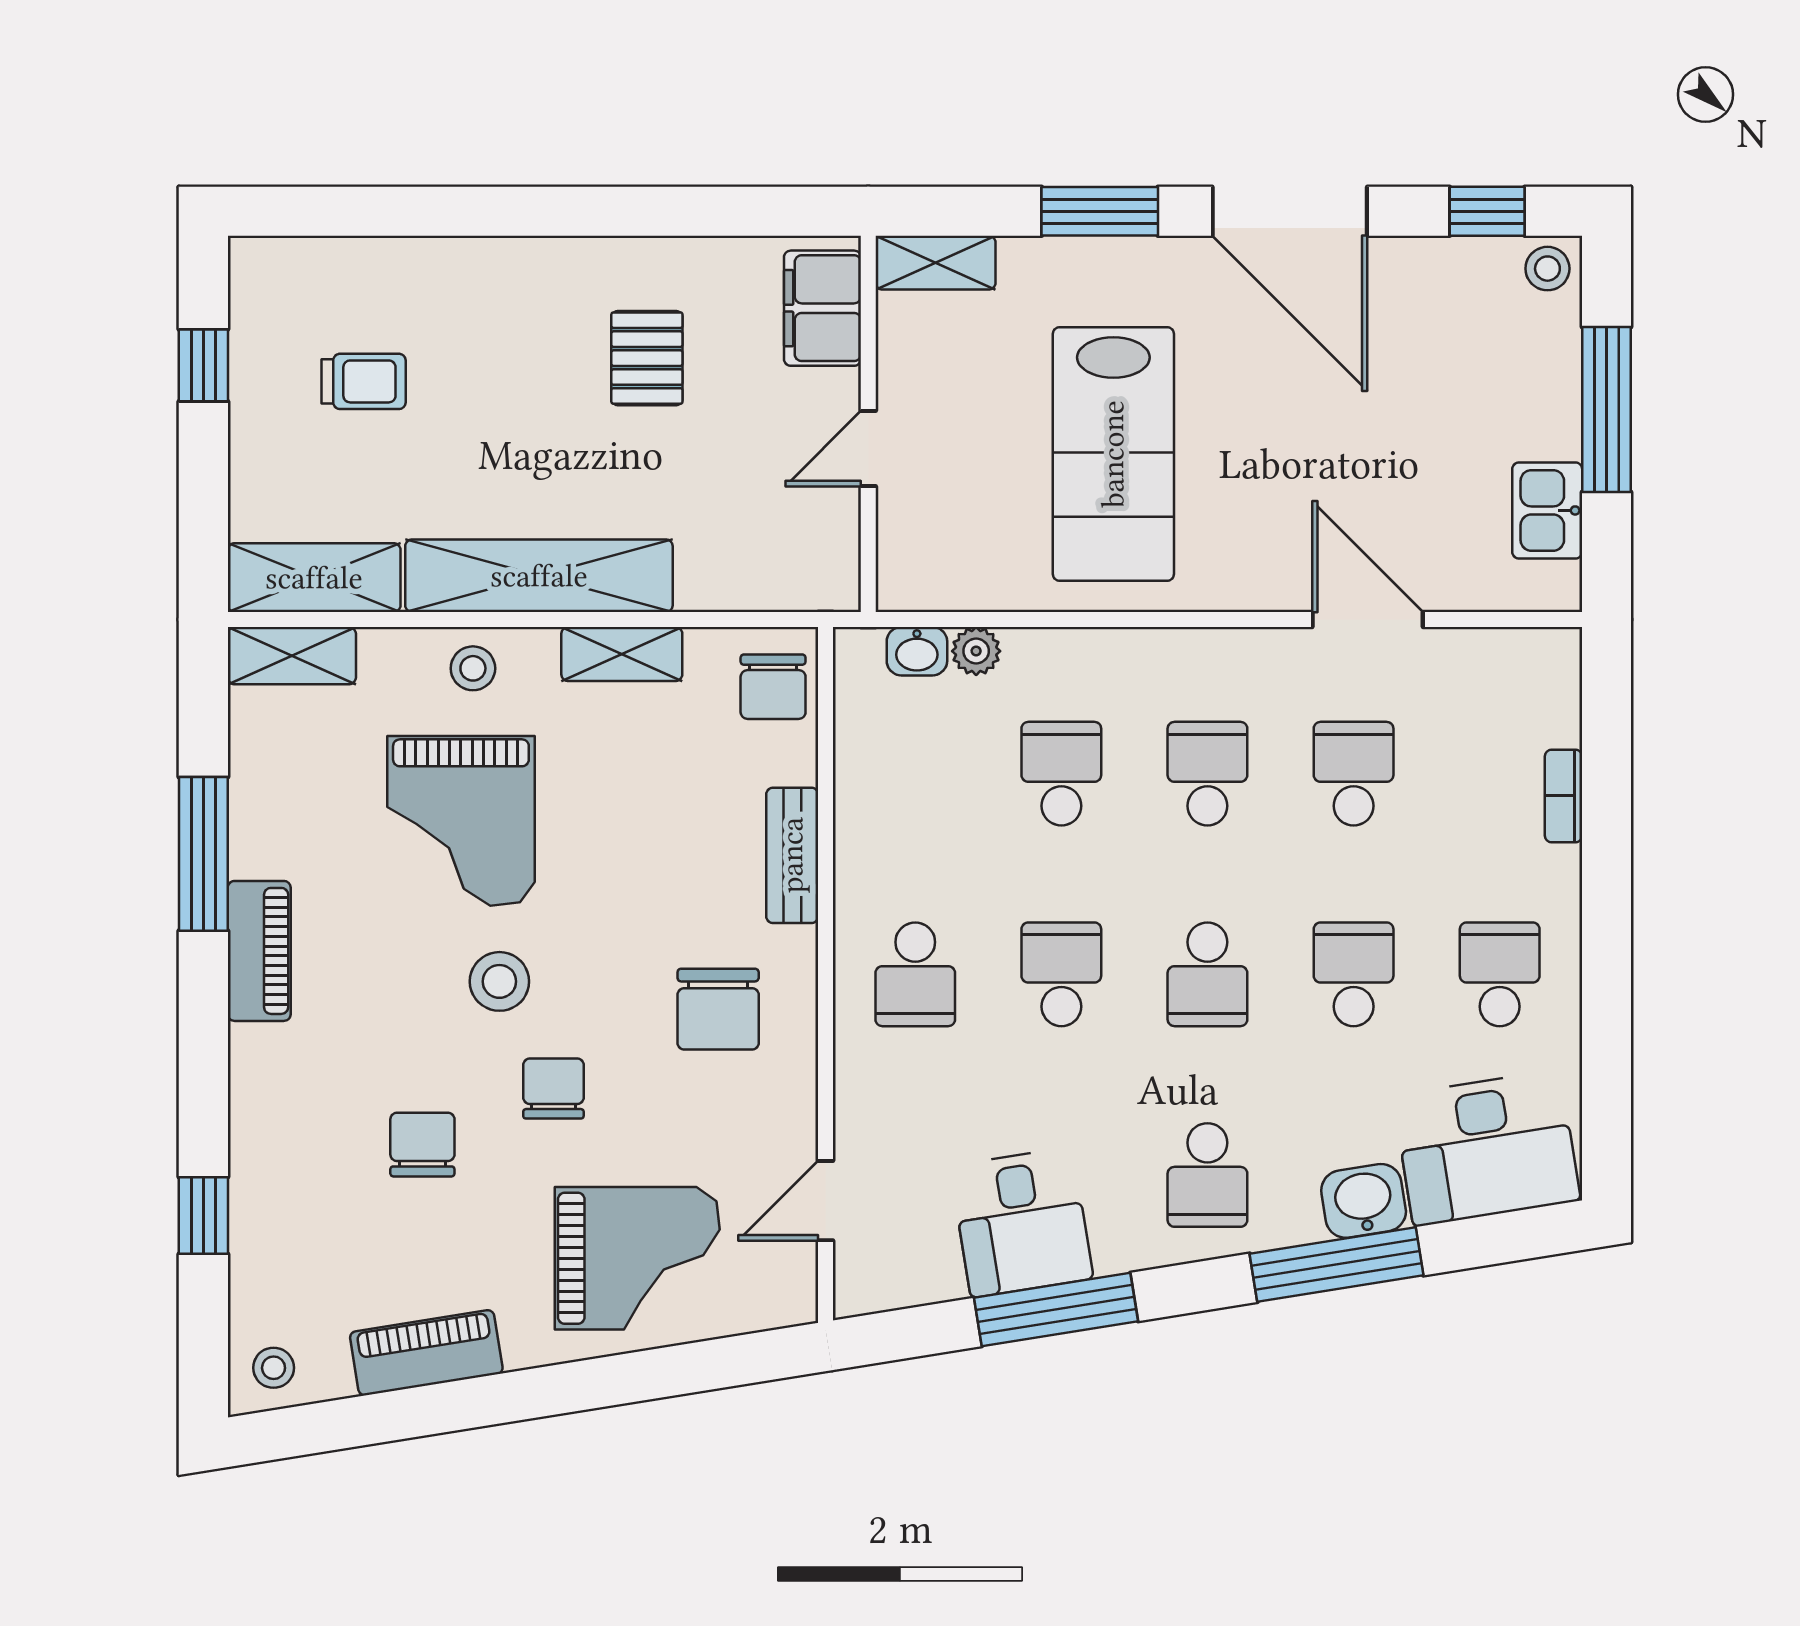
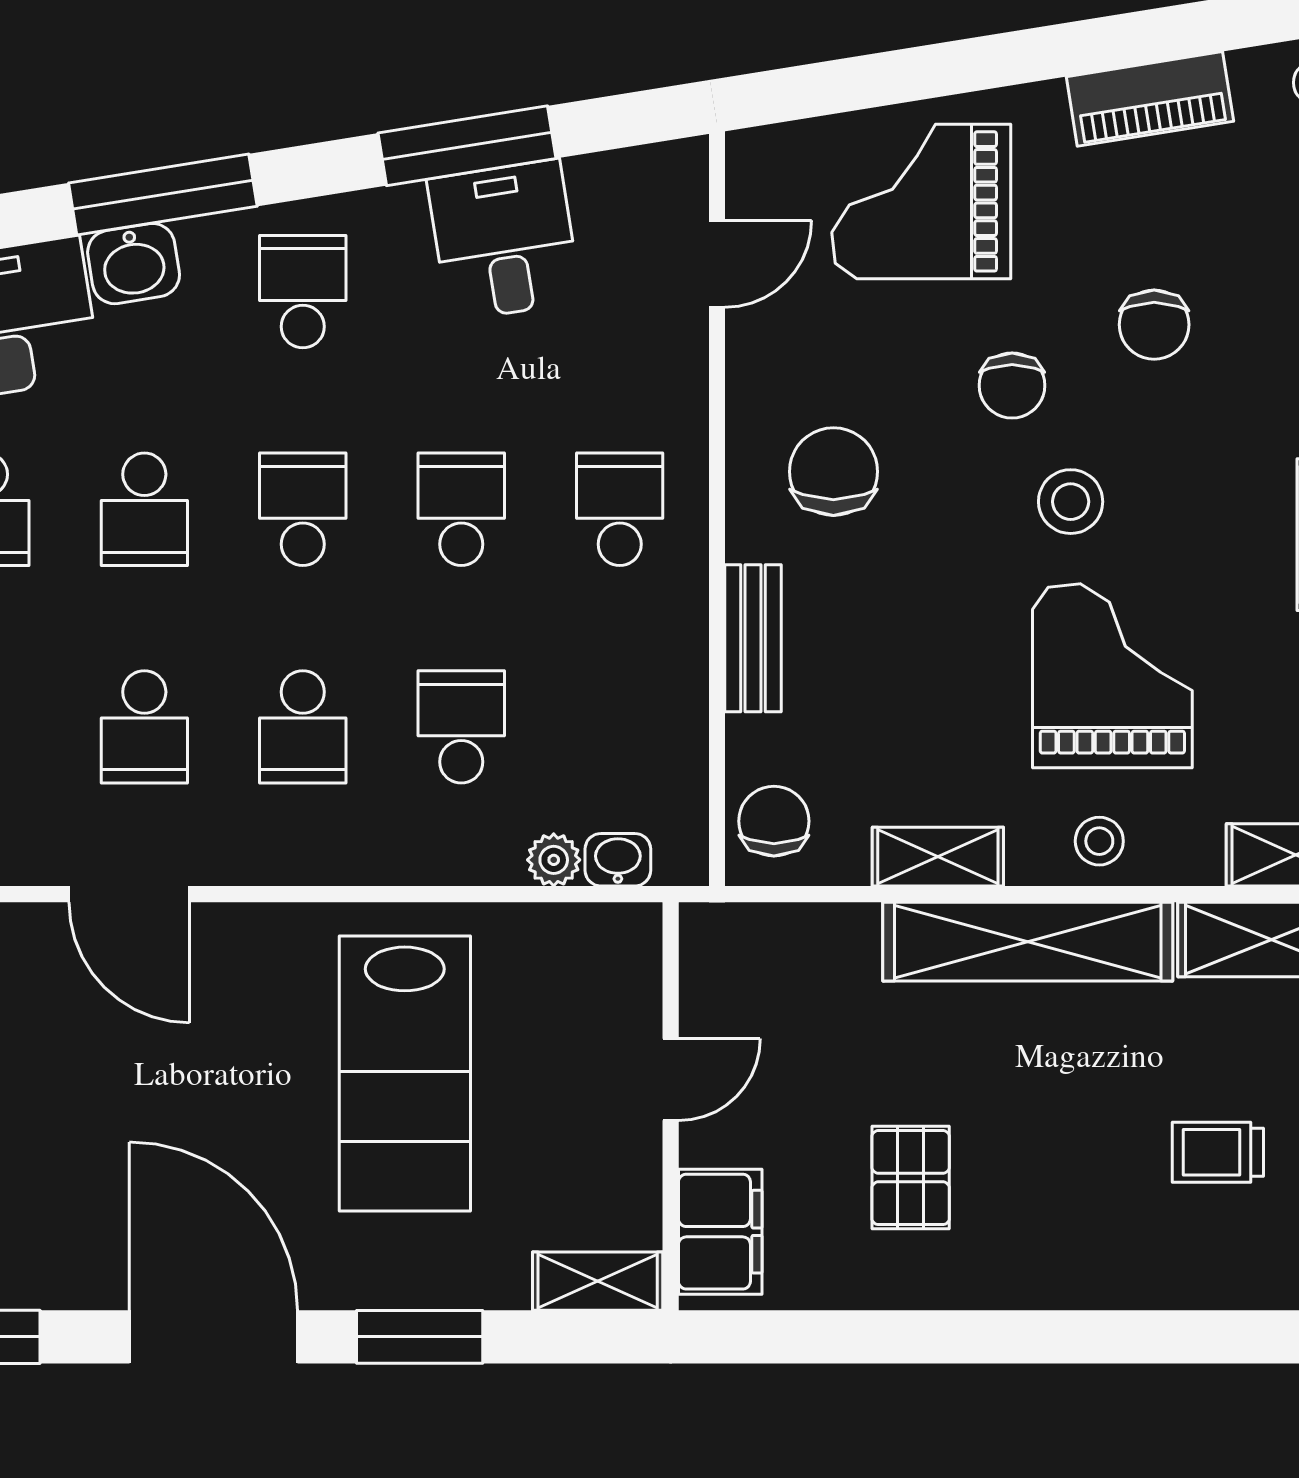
lab bench: (1113, 454) -> (405, 1074), turned 180
school desk: (1061, 774) -> (461, 727), turned 180
school desk: (1061, 974) -> (461, 509), turned 180

